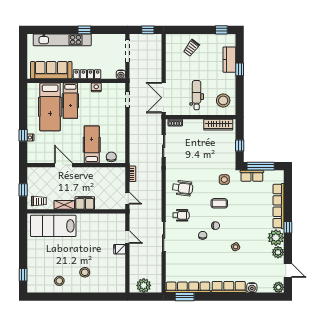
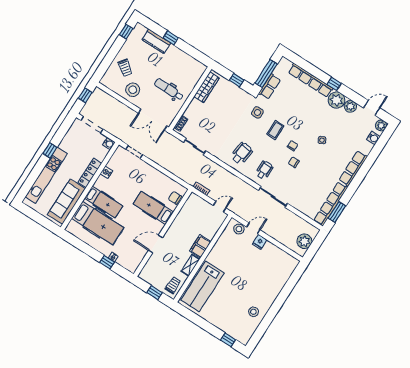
stool: (223, 100) -> (133, 90), moved
stool: (85, 272) -> (239, 229), moved
water cooler: (252, 288) -> (373, 138), moved

